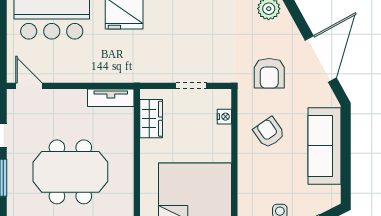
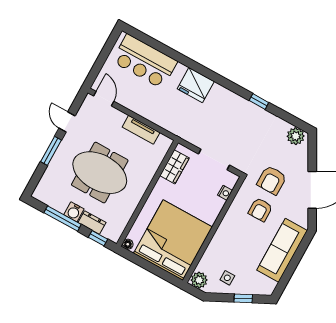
doorway: (191, 86) -> (214, 160), width x1.38
tv unit: (111, 98) -> (141, 130), moved
armchair: (269, 132) -> (260, 210), moved, turned -145

